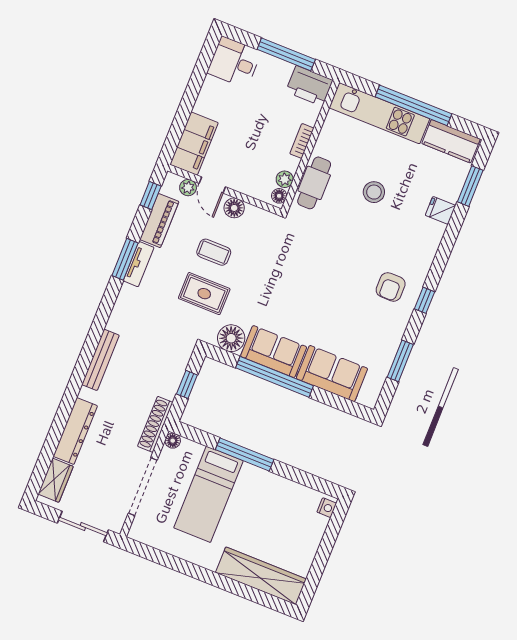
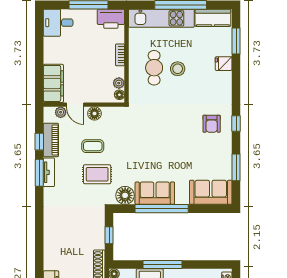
cafe table: (314, 183) -> (154, 68), moved
window: (151, 195) -> (39, 142), moved
bench: (100, 360) -> (49, 241), removed
sofa: (332, 373) -> (211, 192), moved

